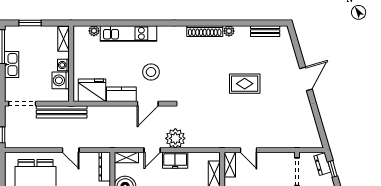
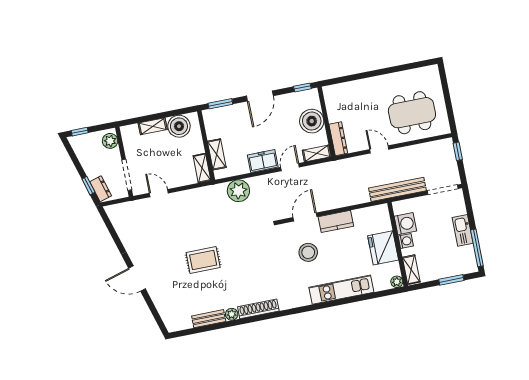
plant: (94, 31) -> (397, 282), moved
bench: (265, 31) -> (209, 319), moved
door: (306, 79) -> (137, 278), hinge flipped
fridge: (92, 90) -> (383, 248), moved, turned 90
plant: (175, 138) -> (238, 191), moved
door: (249, 150) -> (159, 193), moved

